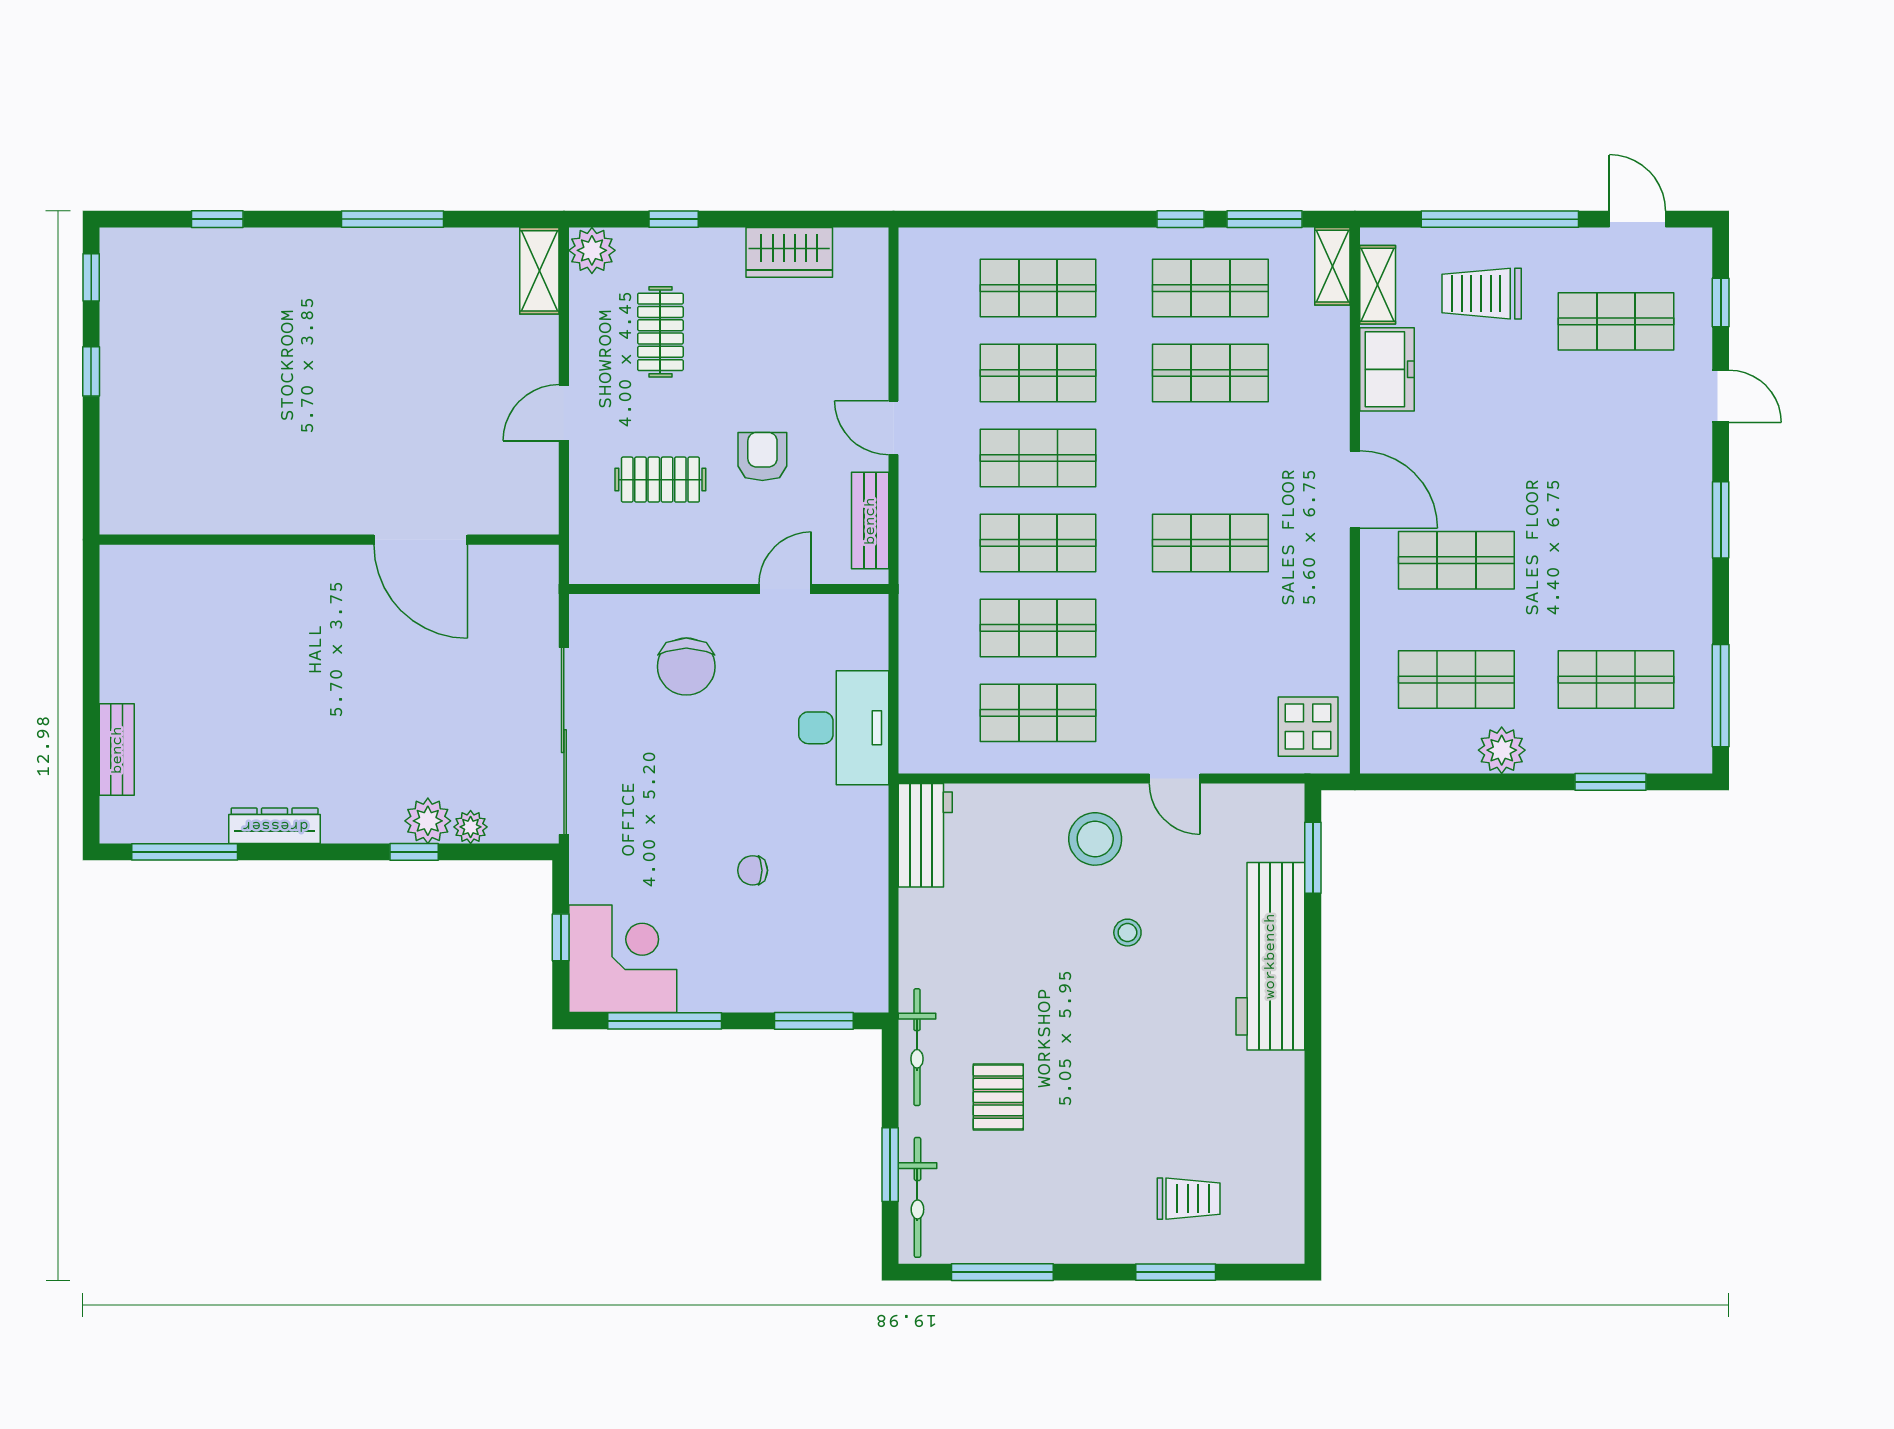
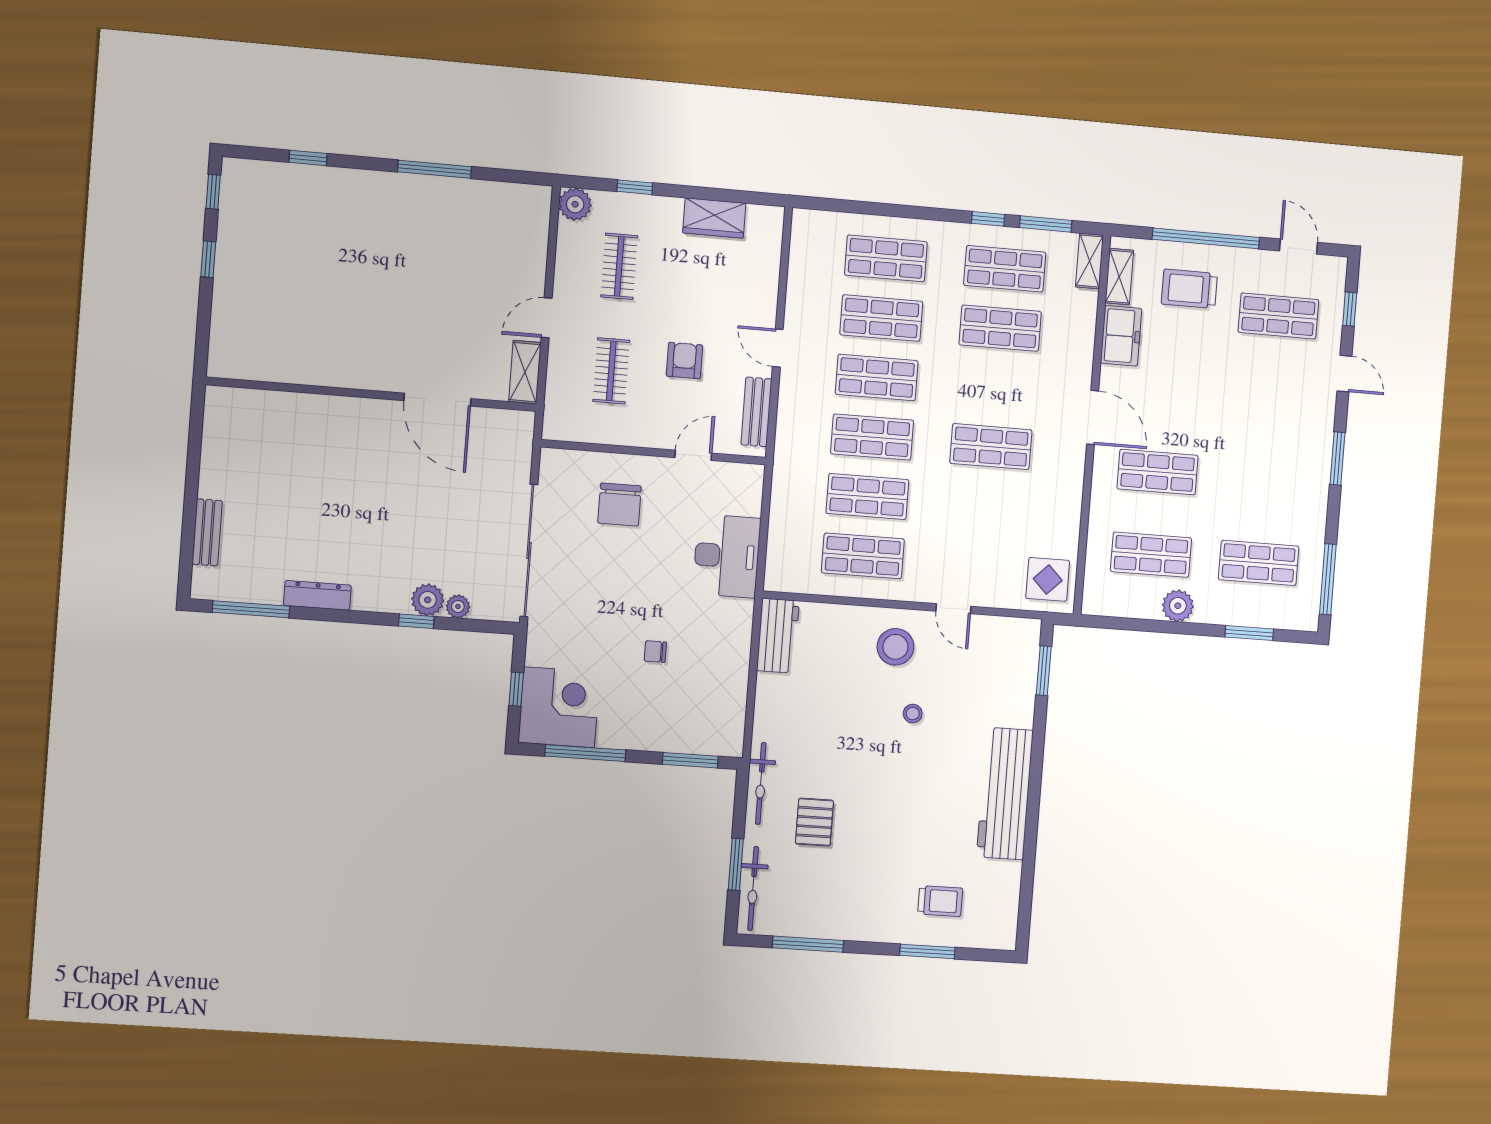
shelving: (539, 271) -> (525, 372), moved
clothes rail: (660, 480) -> (611, 371), turned 90
workbench: (1270, 956) -> (1005, 794), moved

